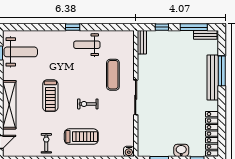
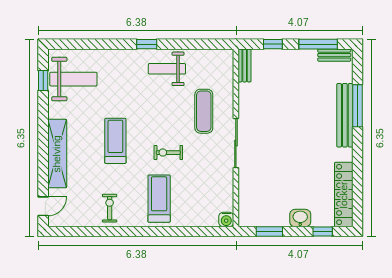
treadmill: (50, 96) -> (115, 141), turned 180
treadmill: (81, 137) -> (159, 199), turned -90

